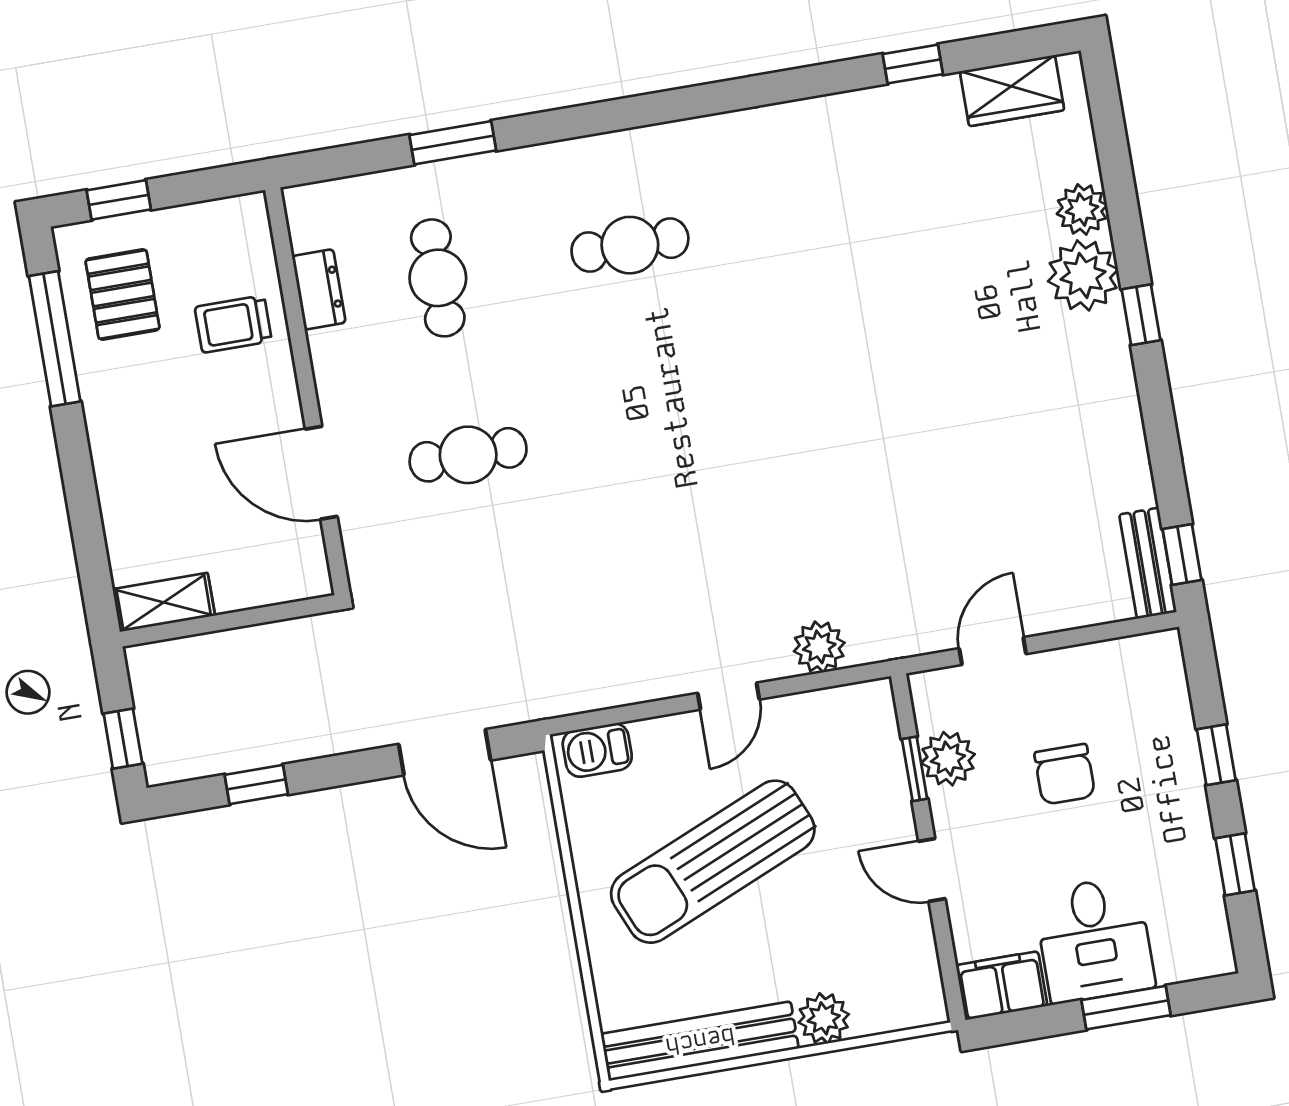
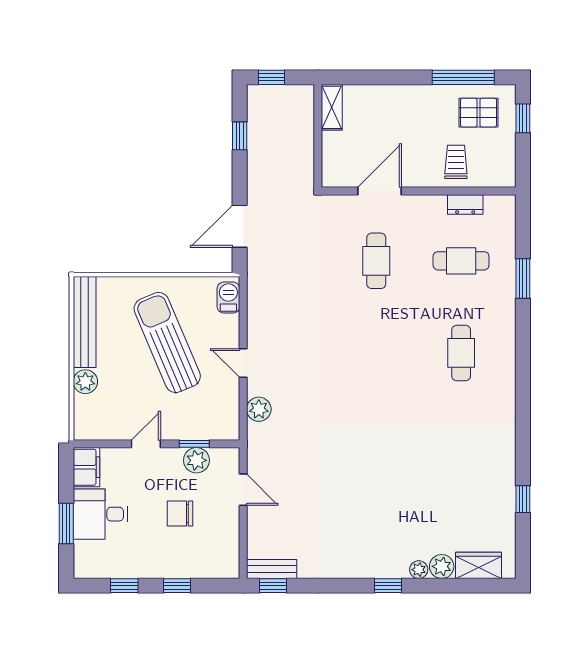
wardrobe: (1012, 91) -> (479, 565), moved, turned 90
plant: (1083, 275) -> (419, 570), width x0.53, depth x0.53

